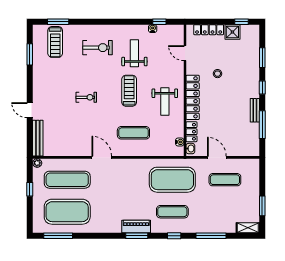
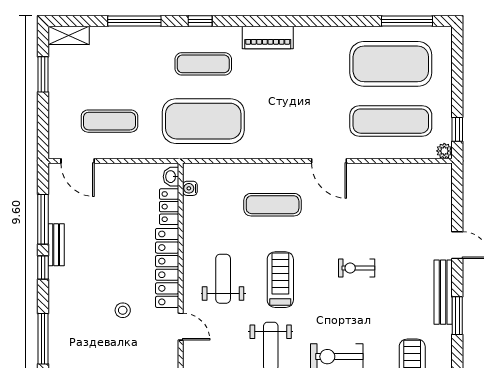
door: (185, 53) -> (181, 327), moved
window: (30, 54) -> (457, 316), moved
window: (262, 58) -> (43, 339), width x1.44
window: (262, 88) -> (43, 267), moved
treadmill: (129, 91) -> (280, 280), turned 180
weight bench: (165, 102) -> (223, 279), moved
bench: (38, 138) -> (443, 292), moved
door: (217, 157) -> (78, 161), moved
window: (30, 189) -> (457, 129), moved
window: (137, 236) -> (267, 21), removed

